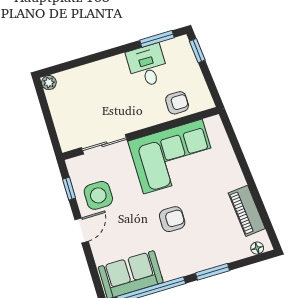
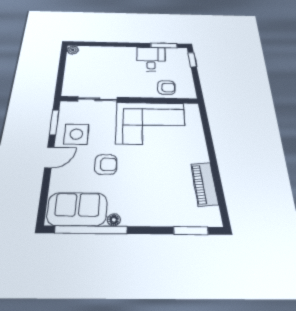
window: (69, 189) -> (54, 122), width x1.50
armchair: (172, 219) -> (106, 164), moved
floor lamp: (257, 248) -> (114, 220), moved
window: (212, 272) -> (191, 231), moved

